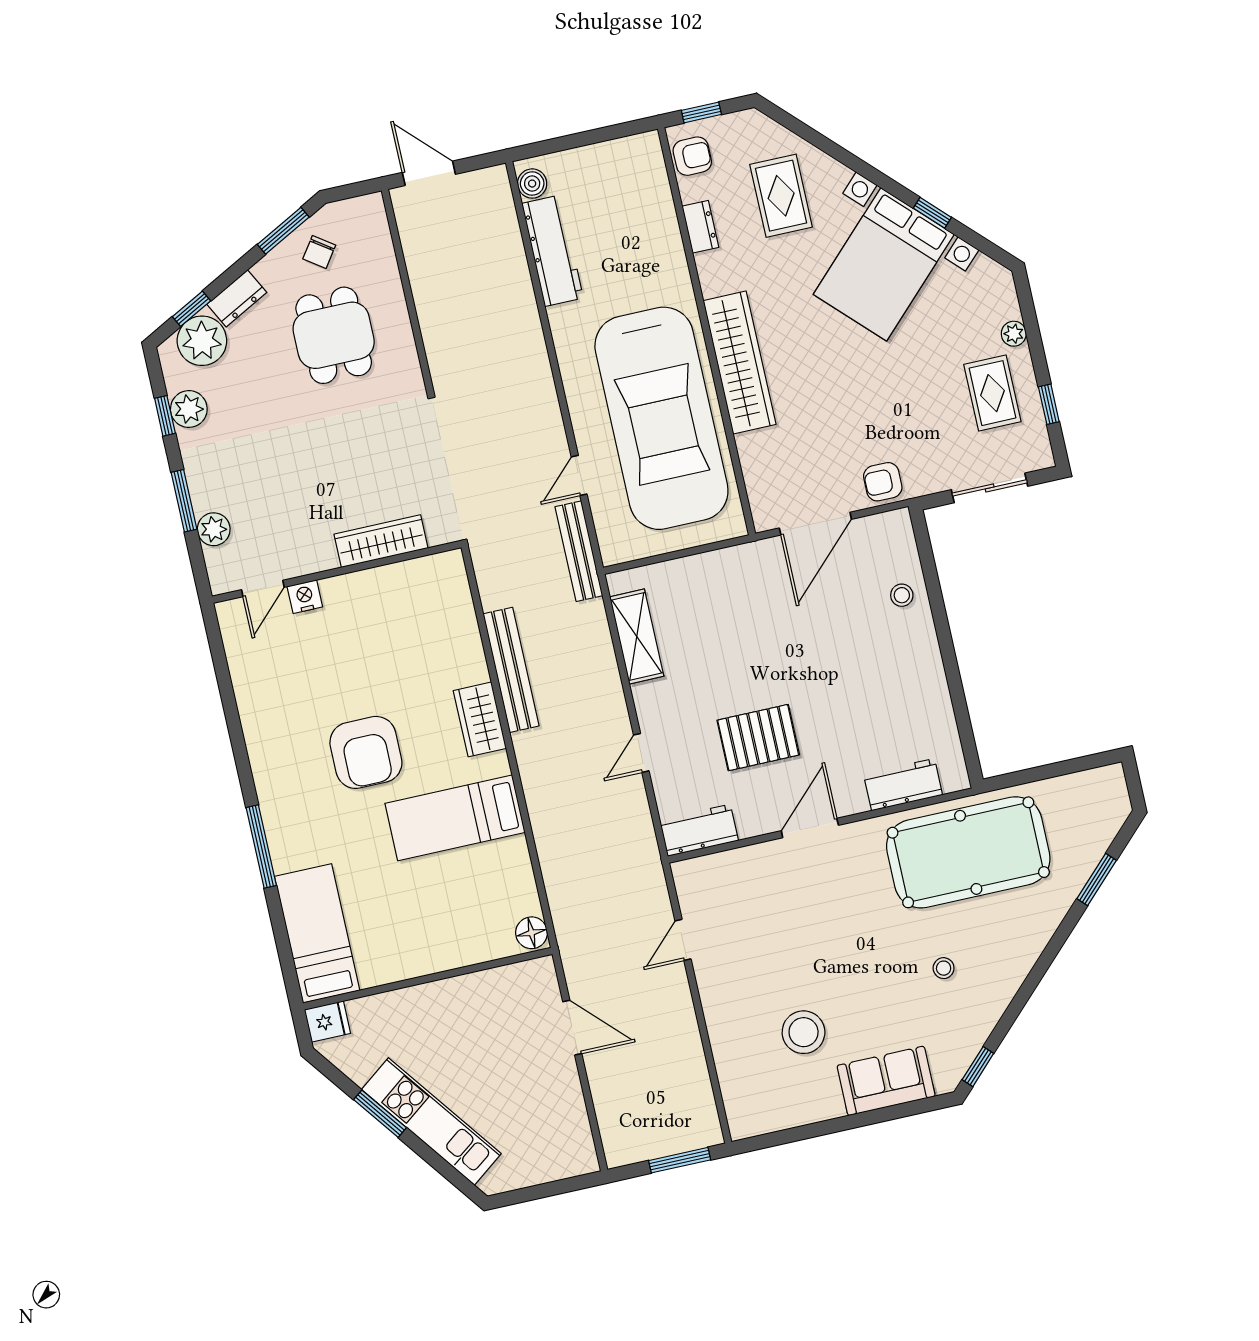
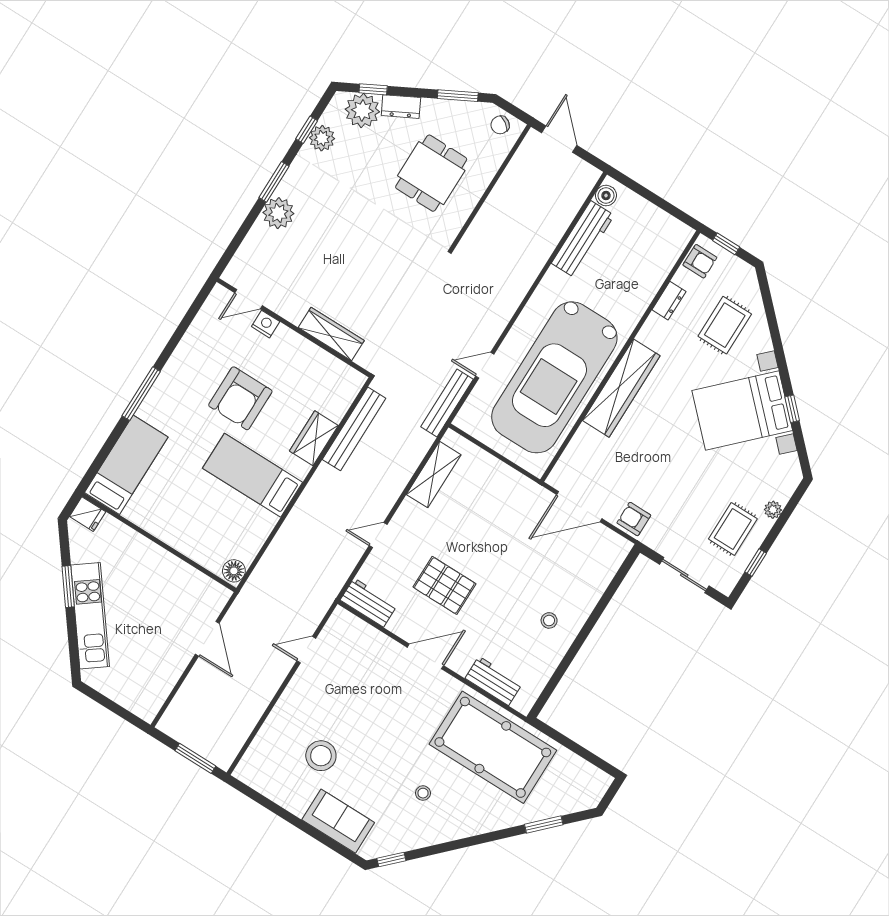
chair: (319, 252) -> (500, 125), moved
plant: (214, 529) -> (278, 213), width x1.36, depth x1.36
wardrobe: (381, 541) -> (331, 334), moved
wall: (337, 572) -> (294, 328), moved
door: (263, 588) -> (249, 299), moved
stool: (902, 595) -> (549, 620), moved
nightstand: (305, 597) -> (266, 324), moved

